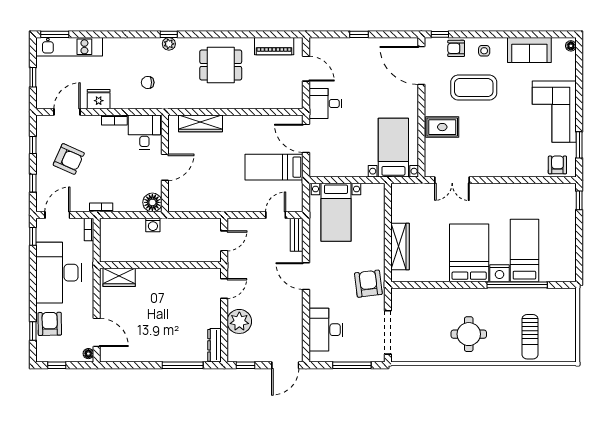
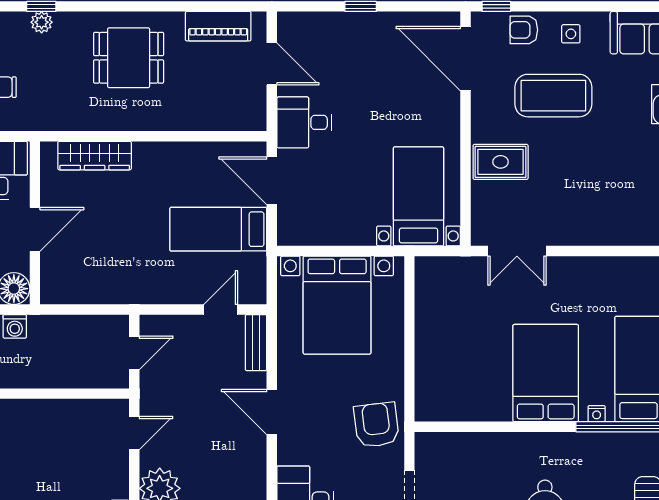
bed with nightstands: (336, 212) -> (337, 305), width x1.36
wardrobe: (400, 247) -> (430, 363), removed
nightstand: (499, 273) -> (597, 414), width x0.53, depth x0.56

